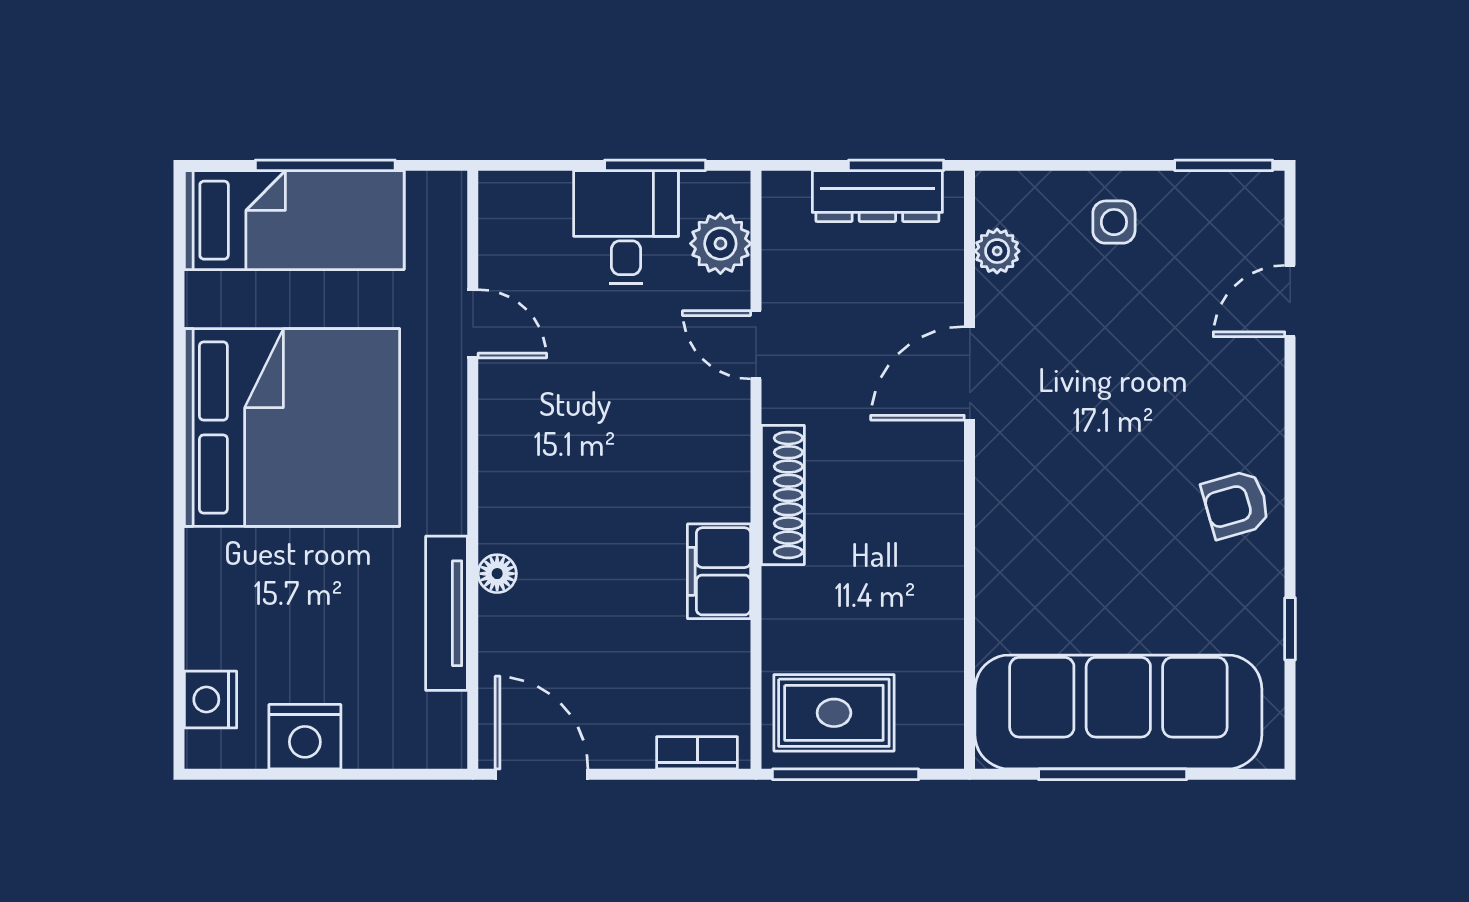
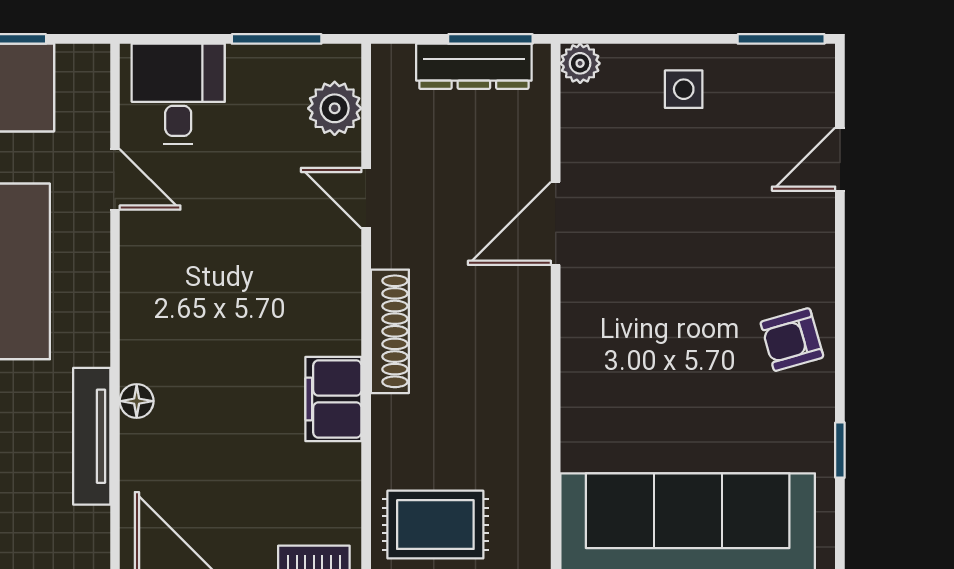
desk: (626, 227) -> (178, 94), moved
plant: (997, 251) -> (580, 63), moved

